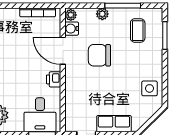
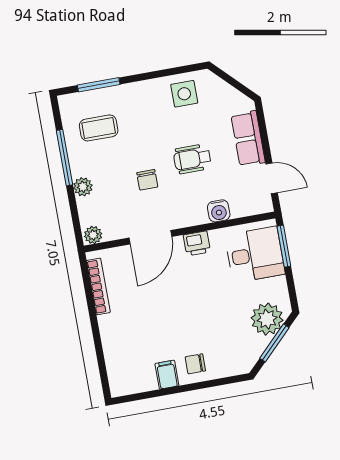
water cooler: (72, 29) -> (219, 211), moved
chair: (99, 55) -> (147, 180), width x0.54, depth x0.54
wheelchair: (107, 86) -> (192, 159), added

